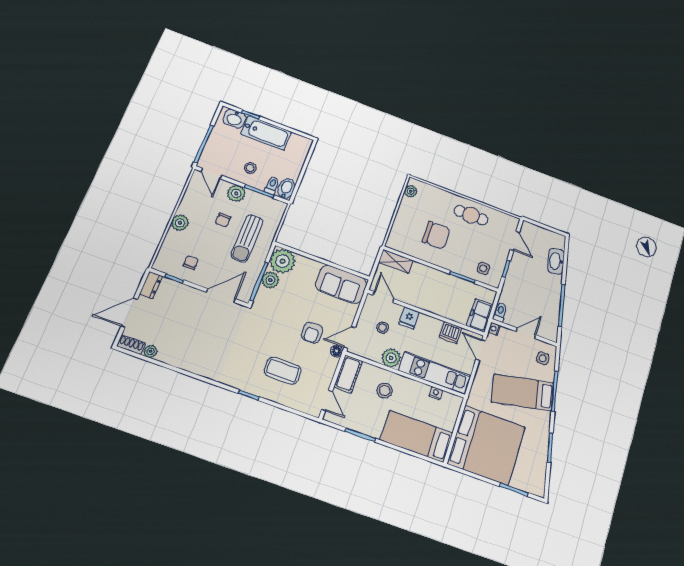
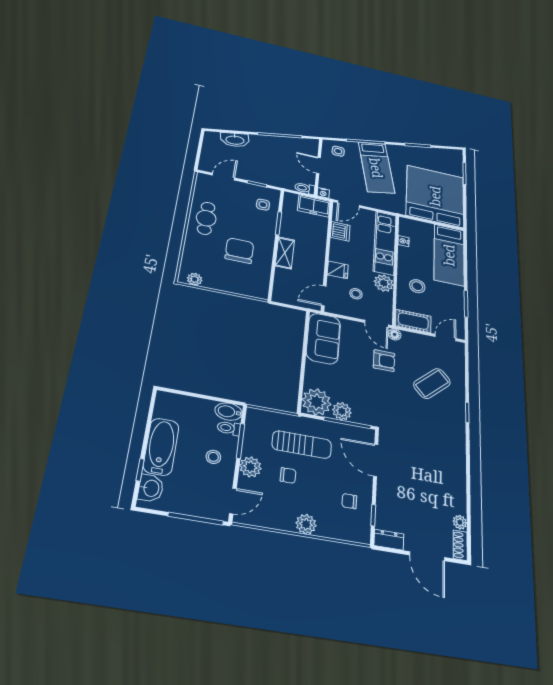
shelving: (396, 261) -> (285, 253), moved
coffee table: (283, 371) -> (432, 383), turned 48

